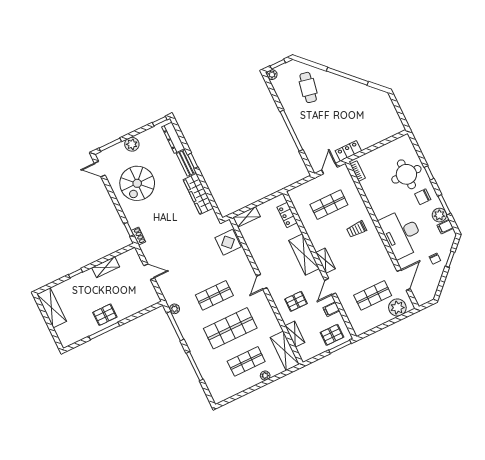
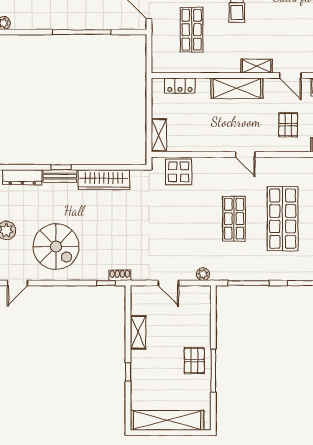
door: (149, 272) -> (168, 283), swing flipped
shelving: (52, 308) -> (167, 420), width x1.47
plant: (174, 309) -> (203, 274), moved

